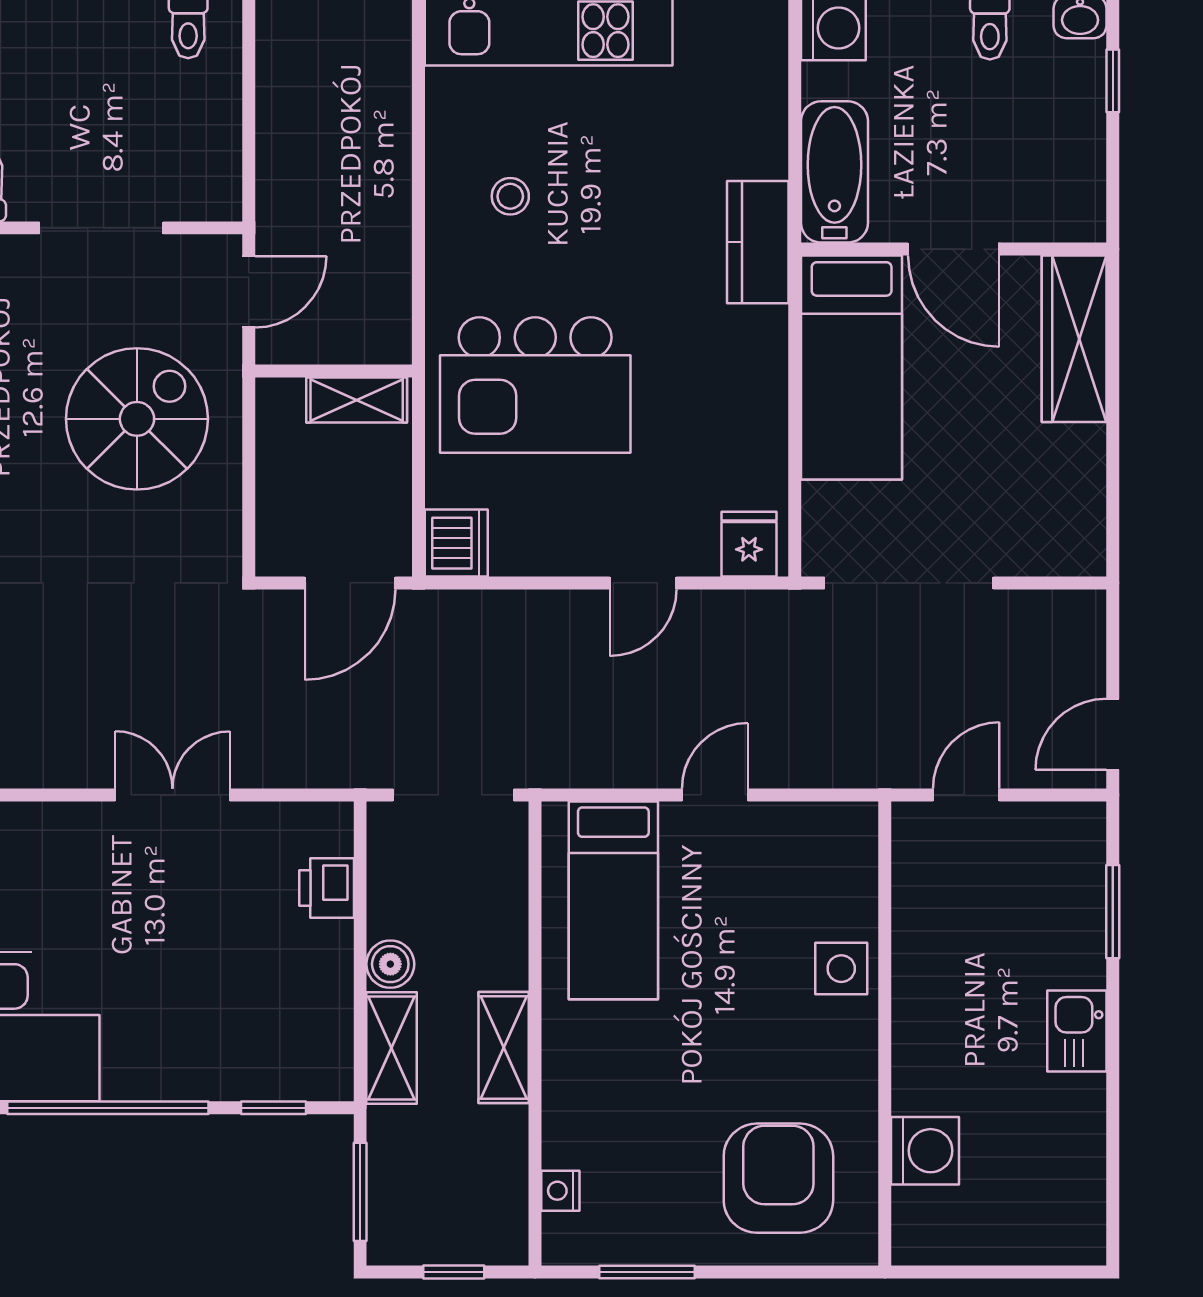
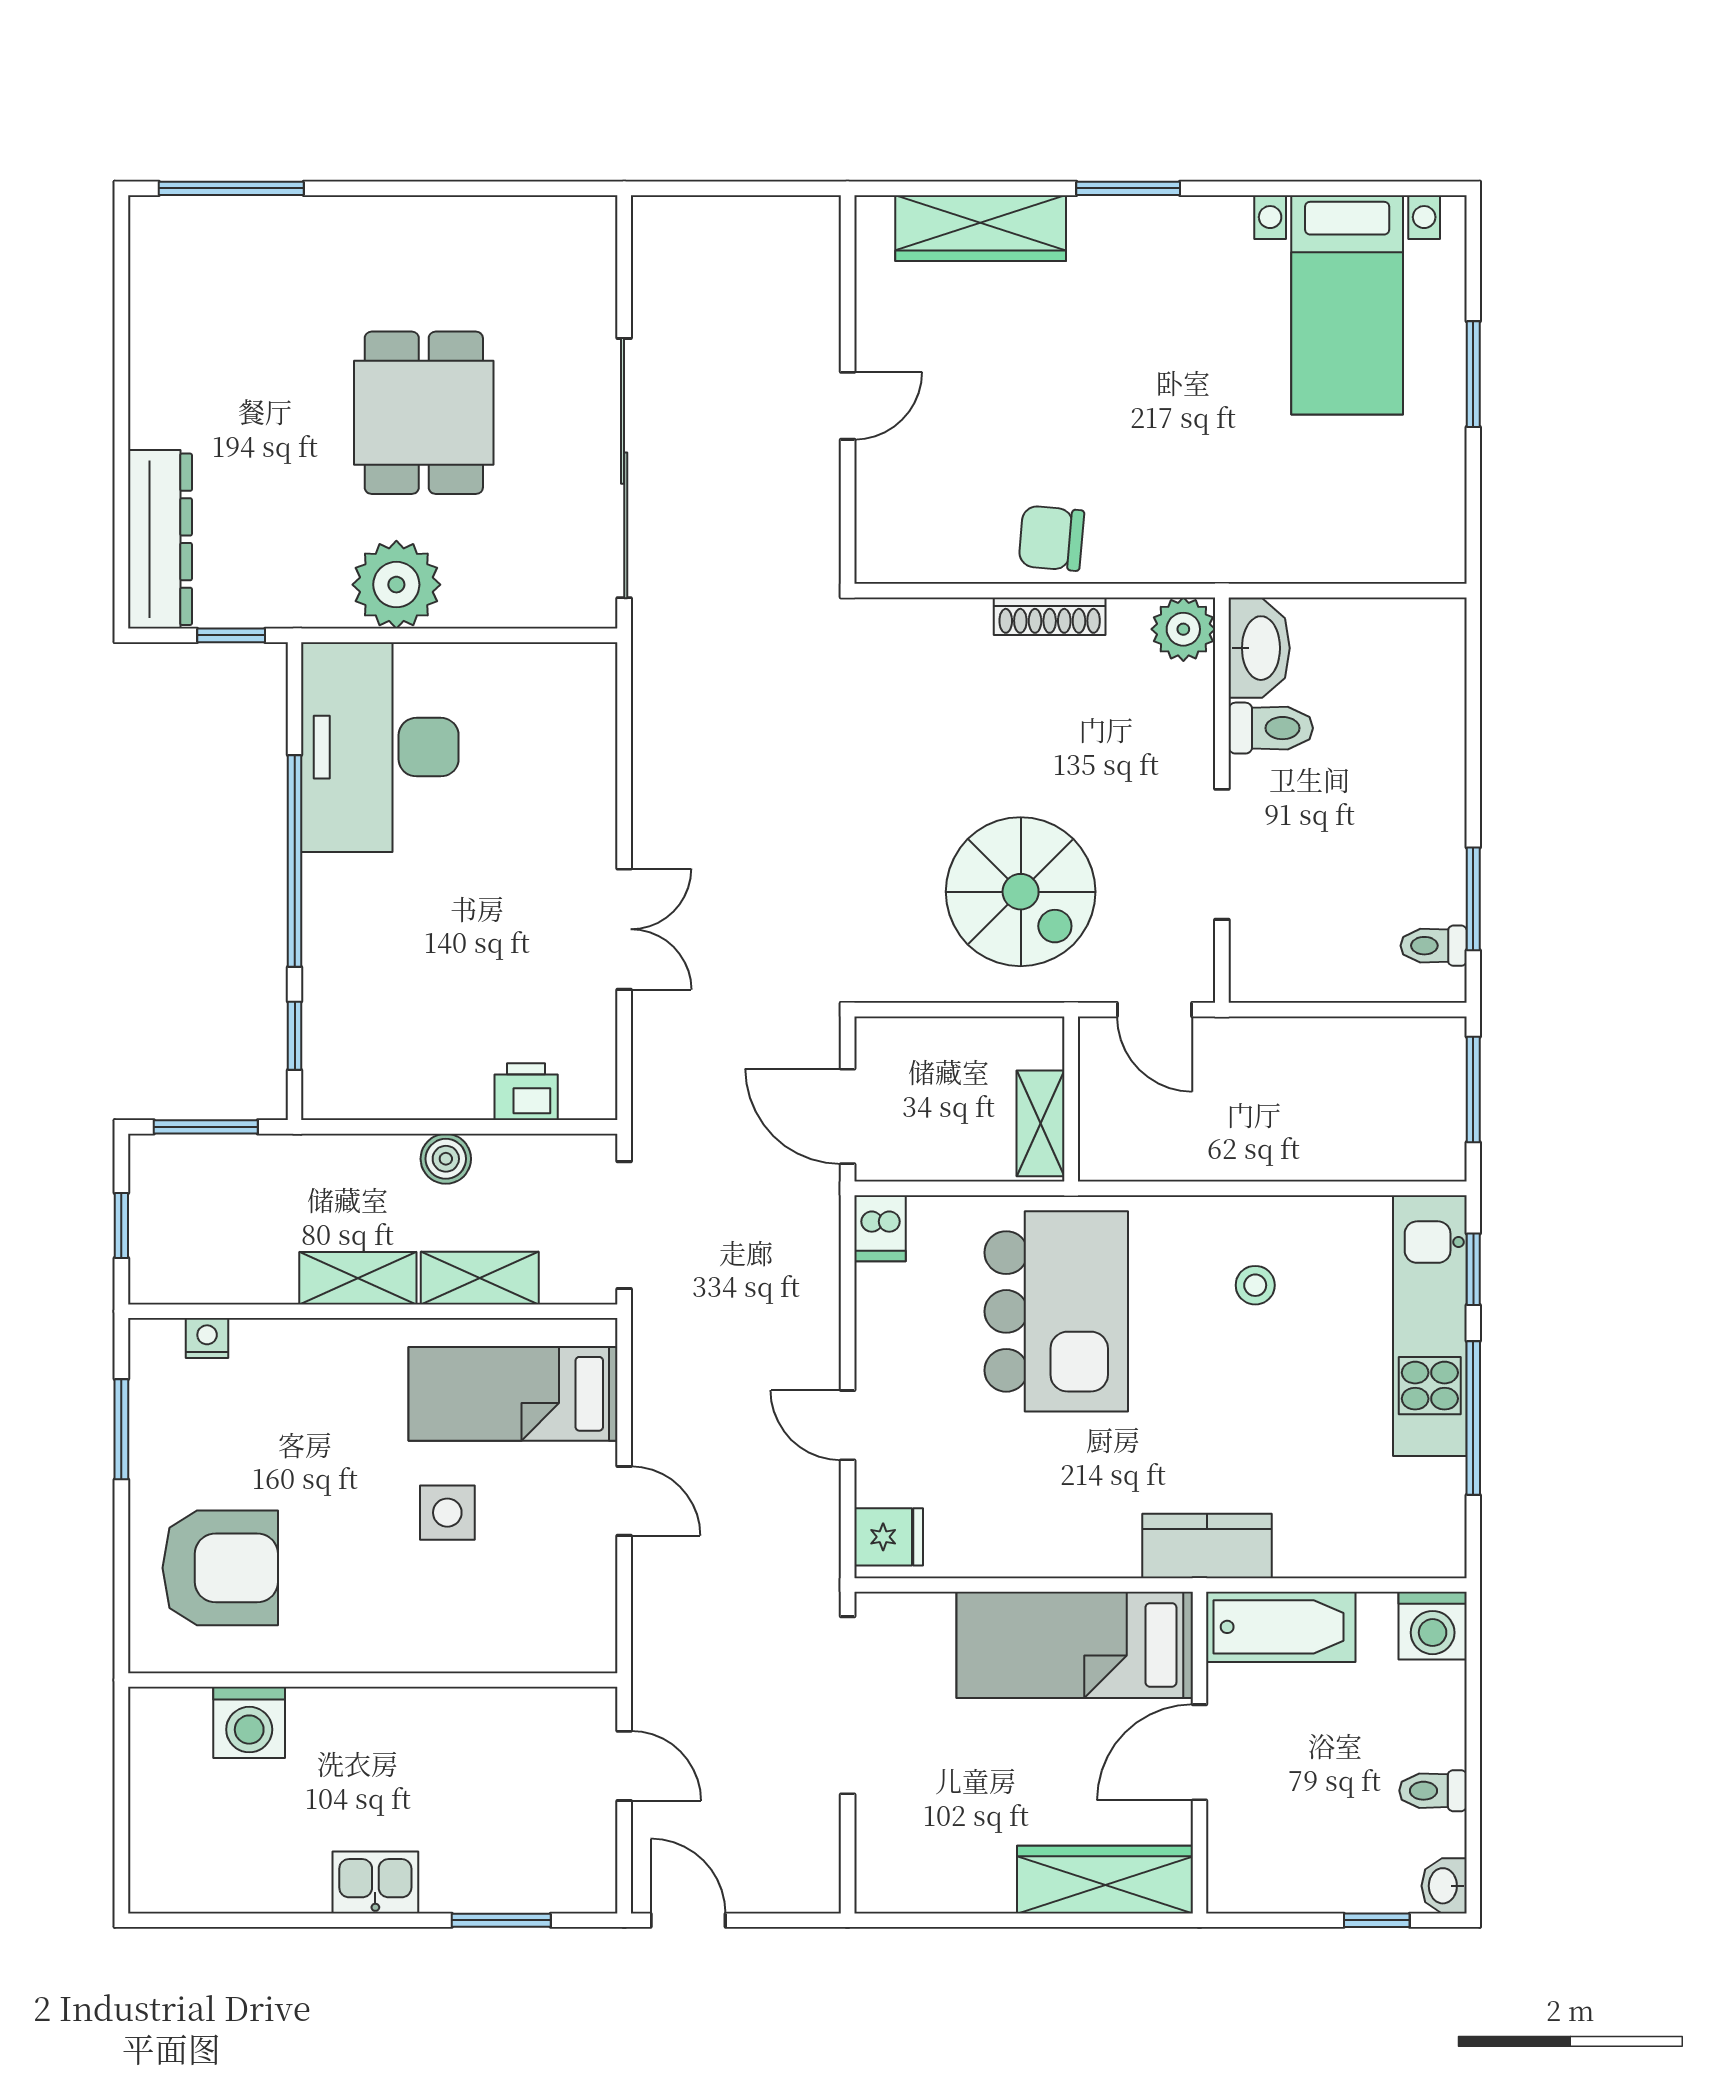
kitchen island: (535, 385) -> (1056, 1311), turned 180
dishwasher: (456, 543) -> (880, 1228), width x0.73
side table: (841, 969) -> (447, 1513), moved
shelving: (392, 1048) -> (480, 1278), moved

